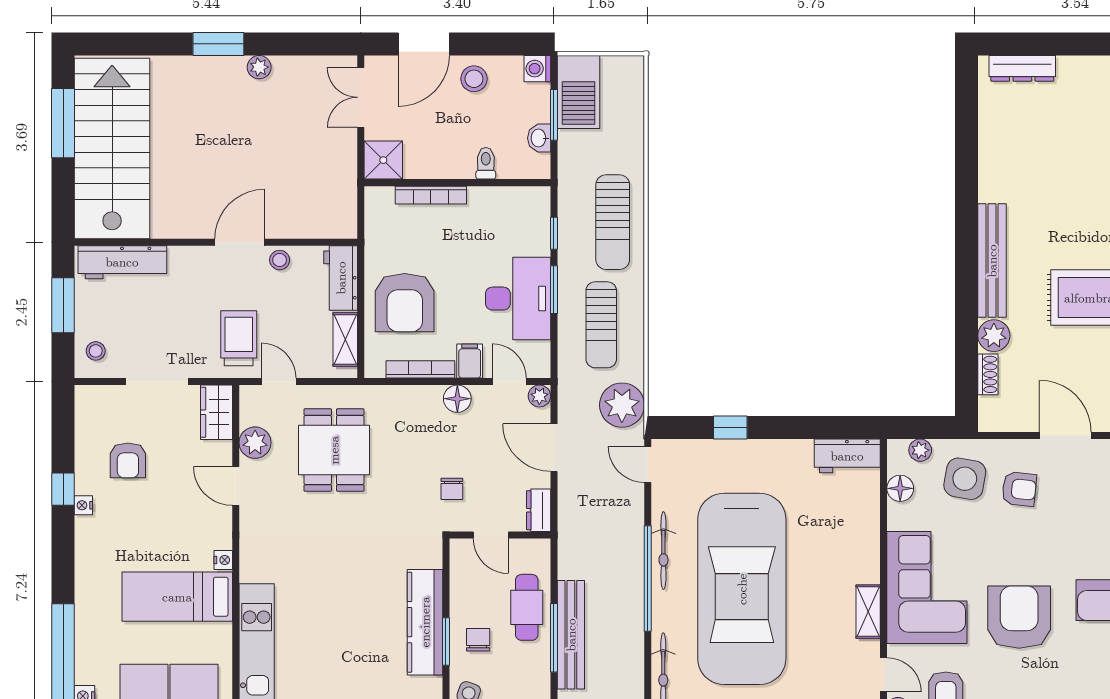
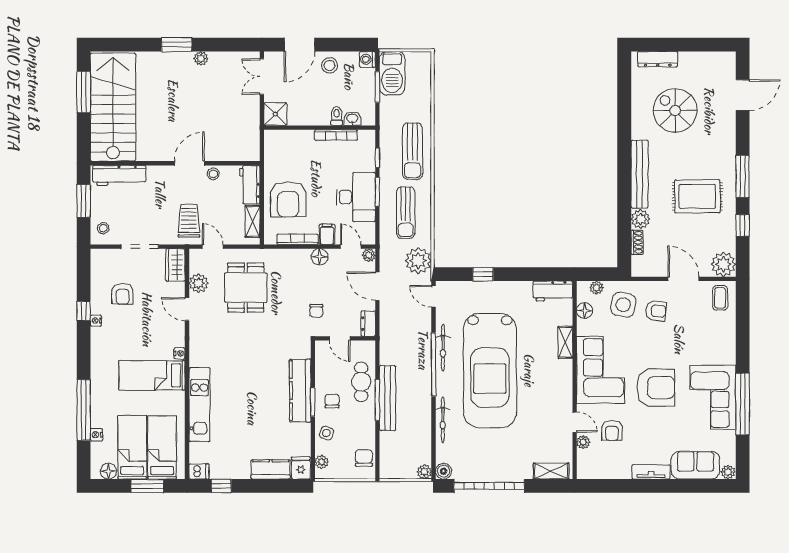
washbasin: (539, 138) -> (352, 119), moved, turned 90
spiral stairs: (1052, 154) -> (675, 111), added
bookcase: (431, 195) -> (336, 135), moved
shelving: (868, 612) -> (565, 342), moved
armchair: (1019, 617) -> (656, 388), turned 90

